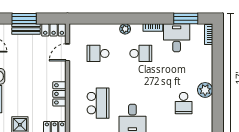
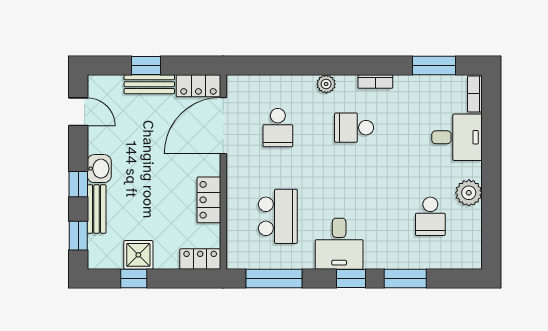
window: (24, 19) -> (146, 66), width x0.67
desk: (177, 38) -> (457, 137), moved, turned 90
door: (67, 52) -> (223, 126), width x1.88
school desk: (98, 53) -> (278, 128), turned -90
school desk: (141, 53) -> (354, 128), turned 180

